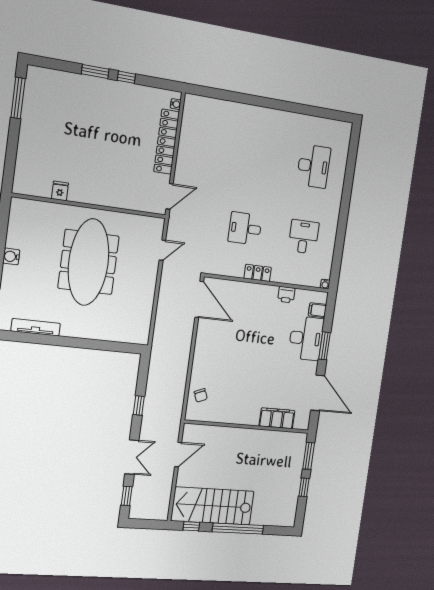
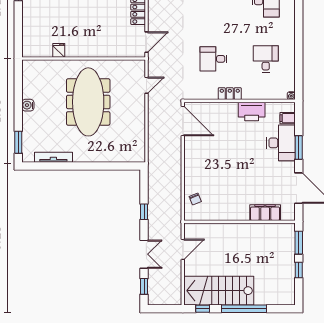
printer: (286, 295) -> (252, 111), width x1.87, depth x1.48

